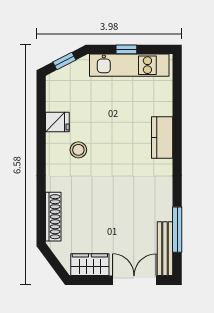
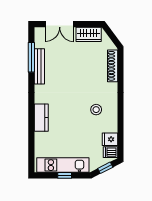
dishwasher: (57, 85) -> (110, 152), added
fridge: (57, 122) -> (110, 139), moved
bench: (165, 249) -> (39, 66), moved

